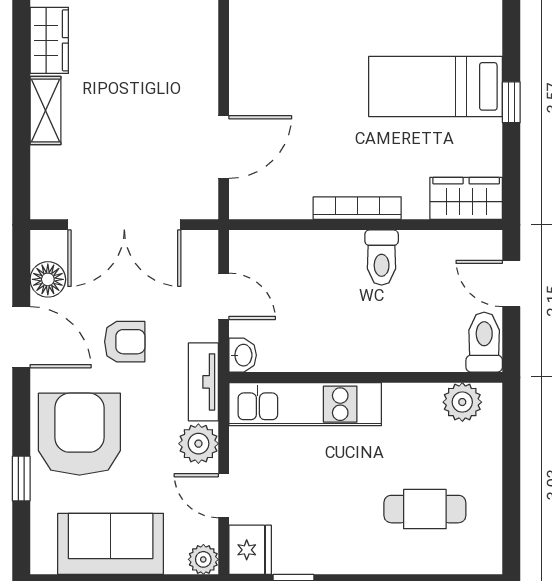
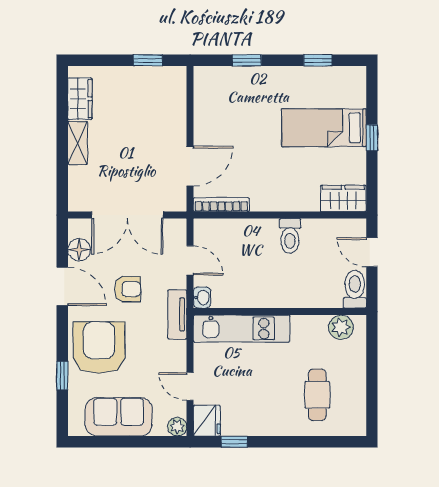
bookcase: (357, 208) -> (221, 205), moved
plant: (198, 444) -> (174, 353), removed
cafe table: (425, 509) -> (317, 395), turned 90

